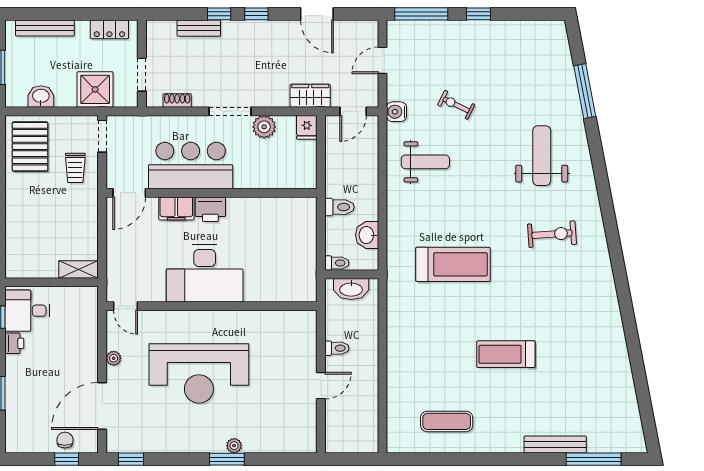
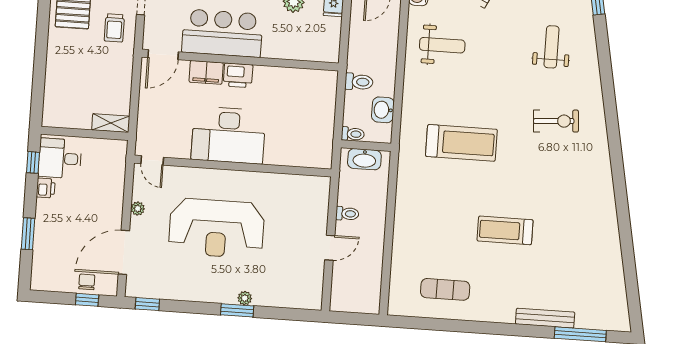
weight bench: (542, 156) -> (552, 47), width x0.73, depth x0.75

